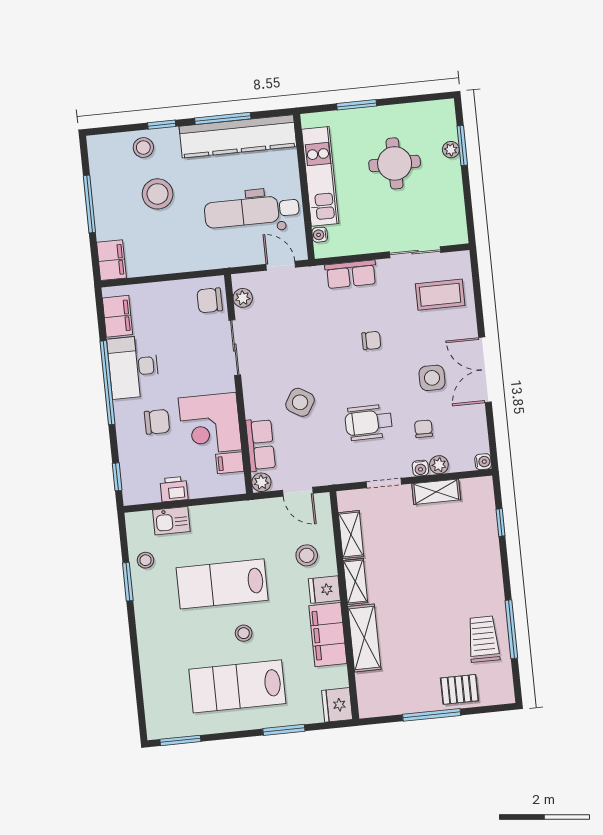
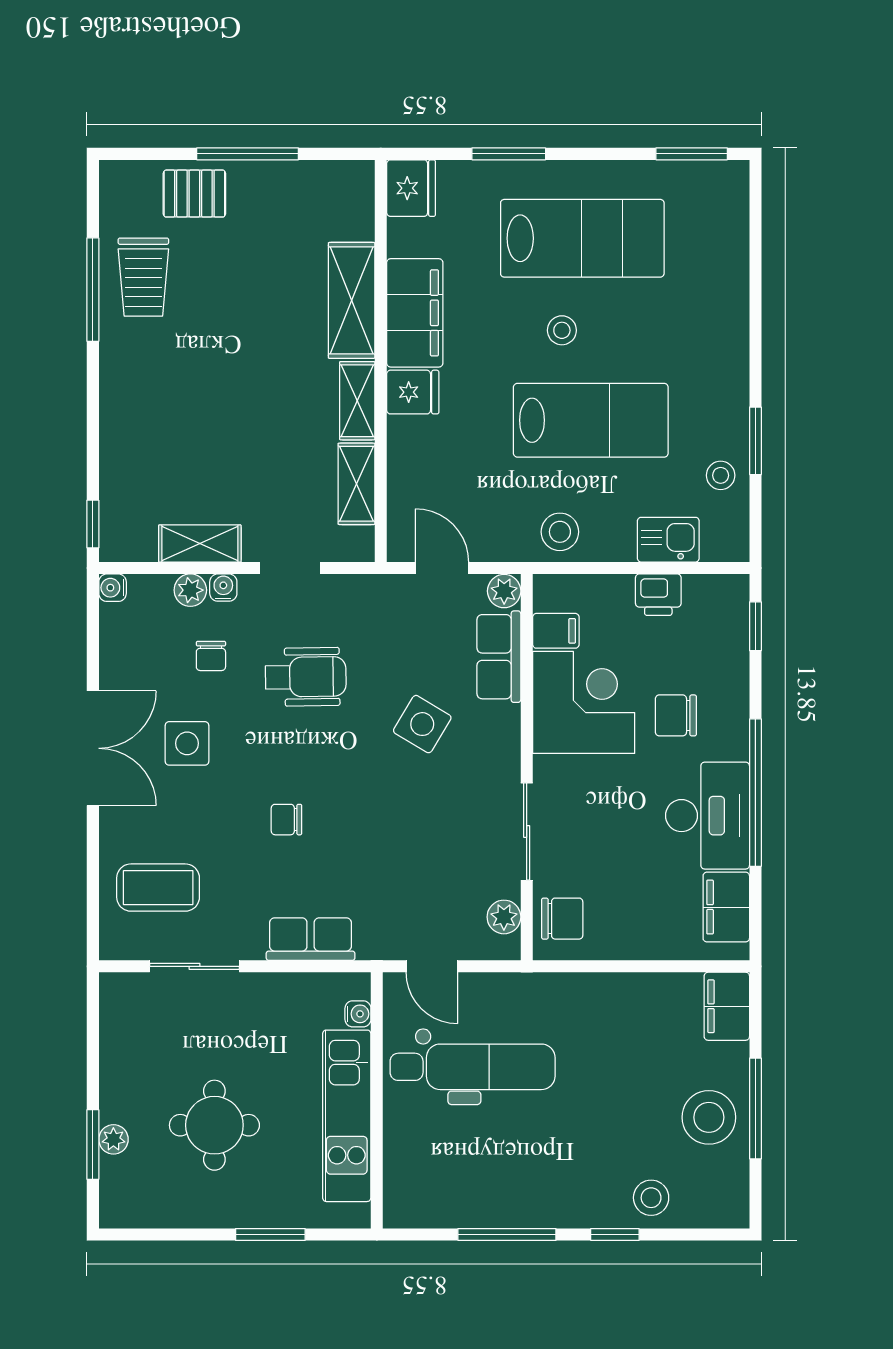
kitchen counter: (238, 136) -> (484, 1200), removed
stool: (158, 194) -> (709, 1117), moved
window: (501, 523) -> (93, 524), moved
stool: (307, 555) -> (560, 532), moved

